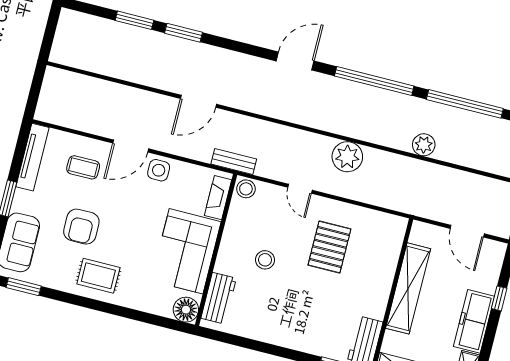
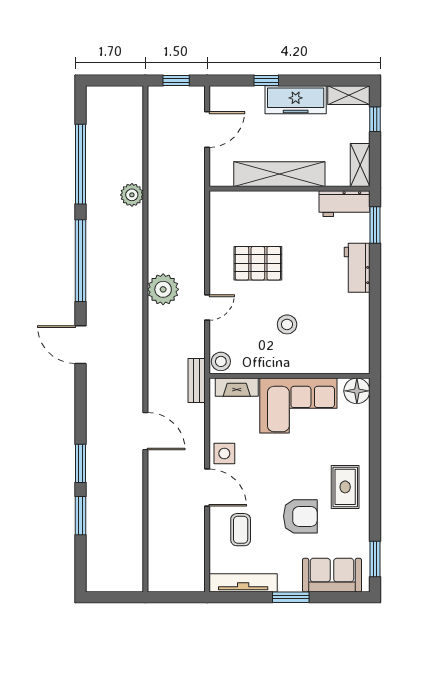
plant: (347, 157) -> (163, 289), moved
workbench: (219, 298) -> (357, 268), moved, turned -90

